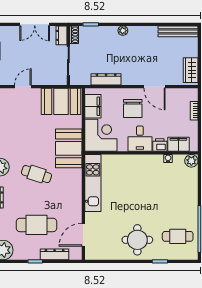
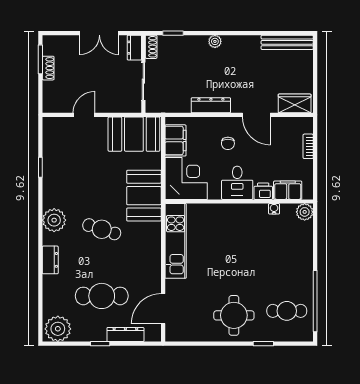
wardrobe: (191, 70) -> (295, 103), moved, turned 90
dresser: (106, 79) -> (211, 105), moved
chair: (133, 108) -> (228, 143), width x0.54, depth x0.54

